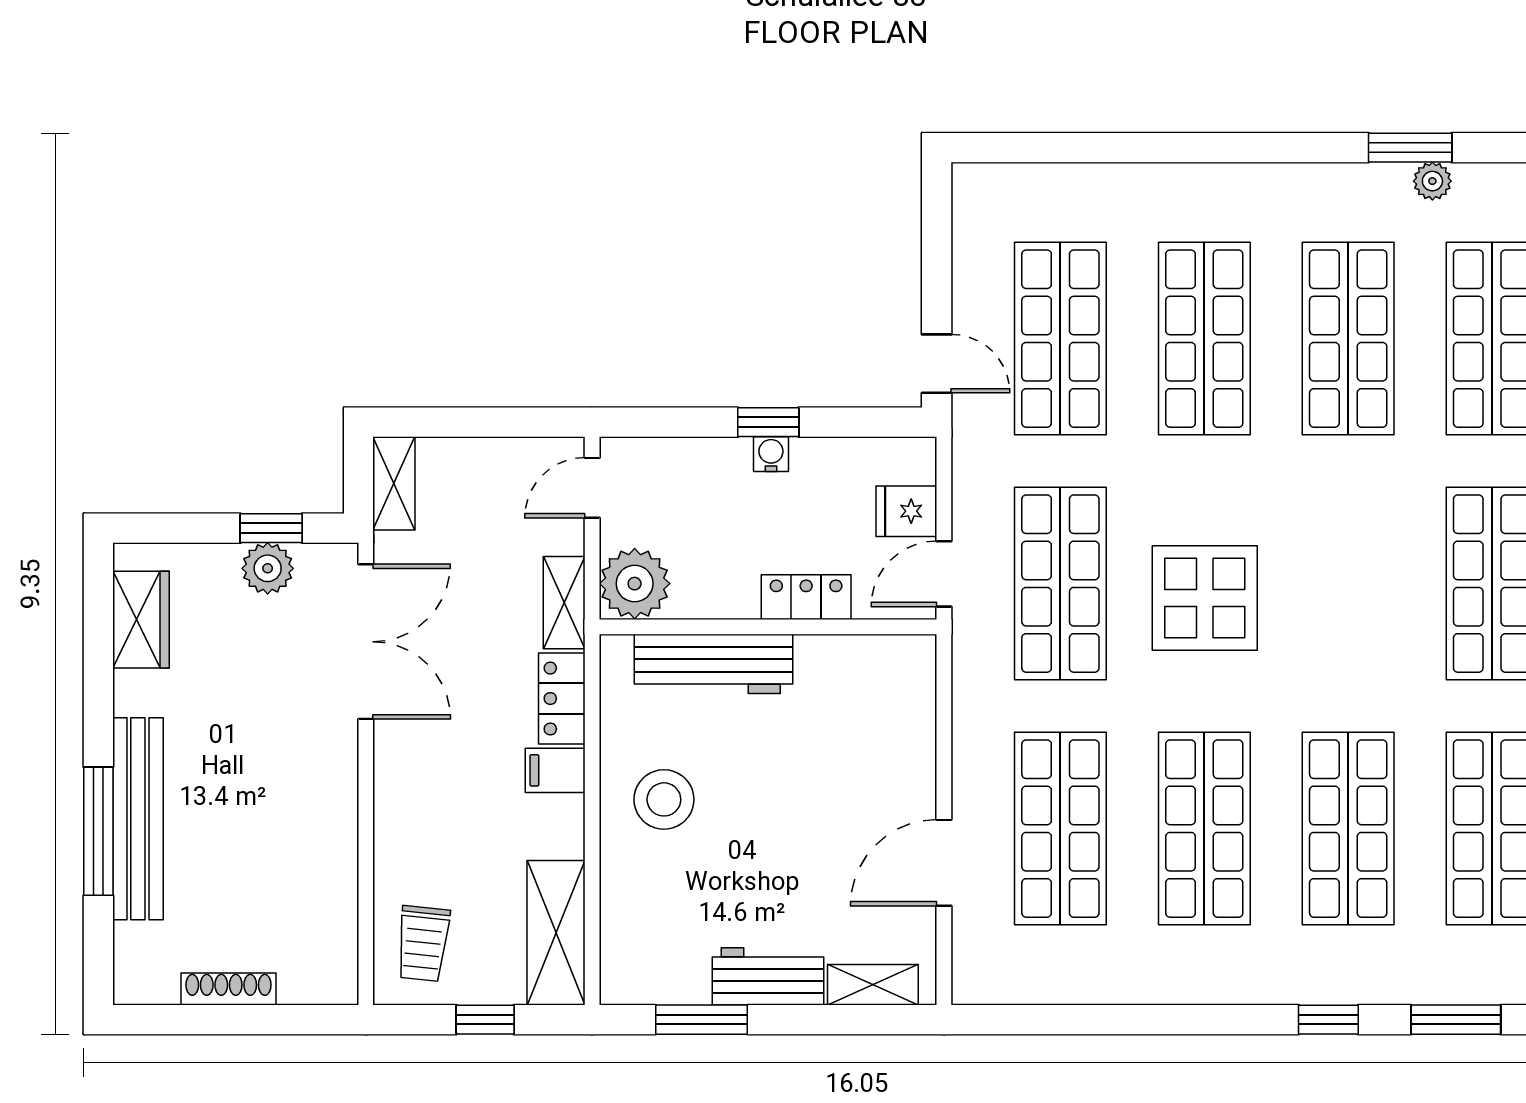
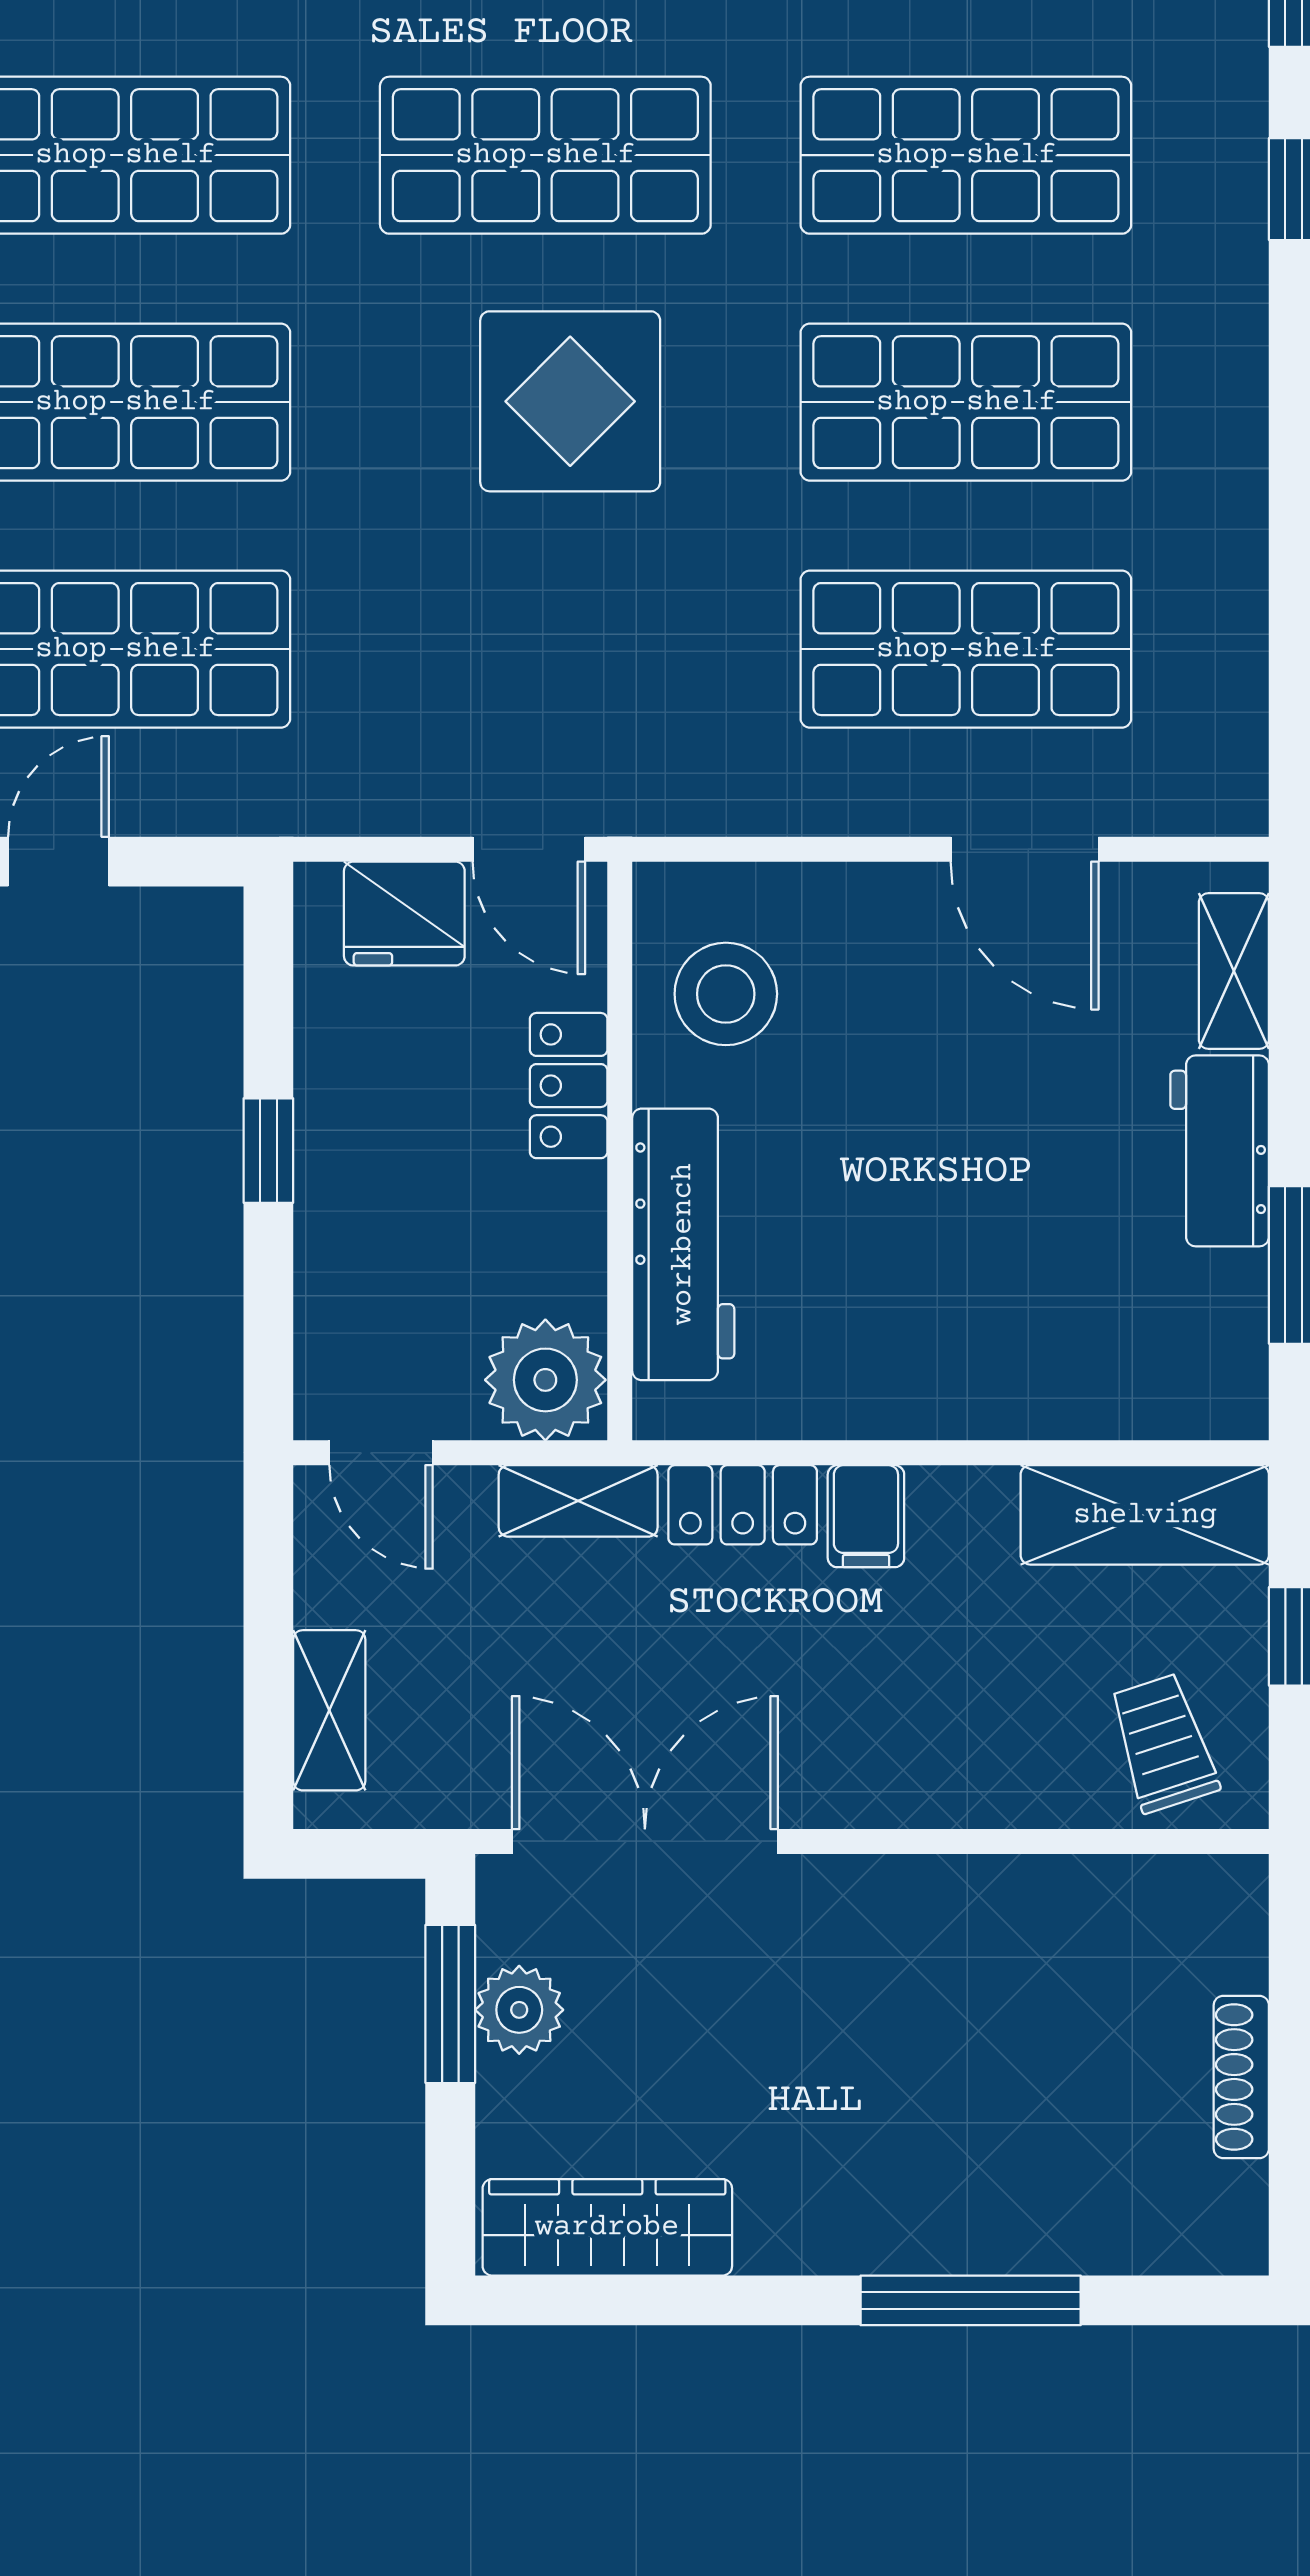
door: (937, 364) -> (59, 862), moved
water cooler: (771, 454) -> (323, 1146), removed
shelving: (394, 483) -> (329, 1710), moved, turned 90
fridge: (906, 511) -> (404, 914), width x1.38
window: (271, 528) -> (450, 2004), width x1.50
shop shelf: (1060, 584) -> (545, 155), moved
wardrobe: (141, 620) -> (607, 2227), width x1.50
stool: (664, 799) -> (726, 994), moved
bench: (138, 819) -> (949, 2232), removed
trolley: (423, 944) -> (1163, 1743), turned -114

